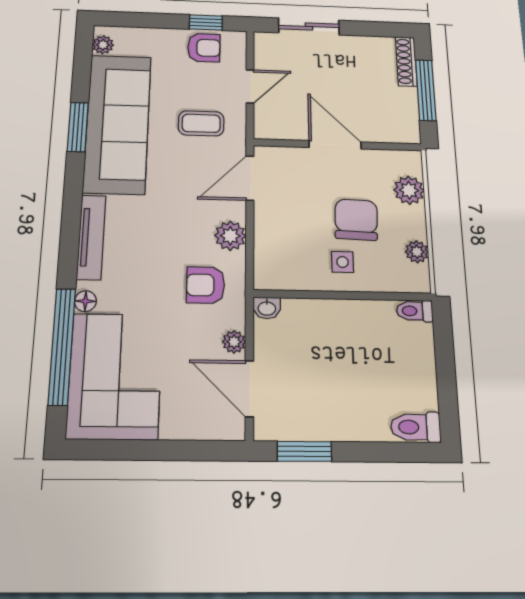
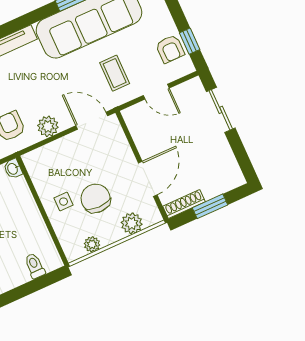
shoe rack: (406, 61) -> (184, 204), moved
window: (426, 90) -> (210, 206), width x0.69
door: (335, 145) -> (148, 179), moved
chair: (356, 220) -> (96, 198), turned -92
toilet: (415, 311) -> (35, 266), moved

